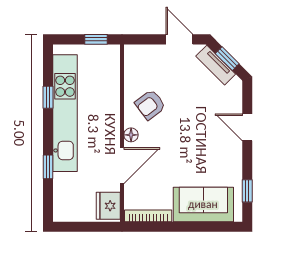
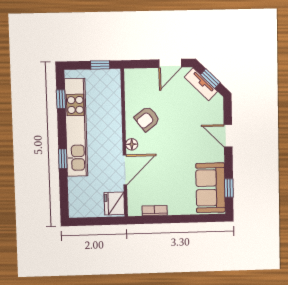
door: (179, 39) -> (170, 63), swing flipped
window: (48, 97) -> (61, 99), moved
window: (48, 167) -> (63, 159), moved
sofa: (203, 204) -> (211, 188), moved, turned -90
bookcase: (148, 216) -> (155, 211), width x0.64

